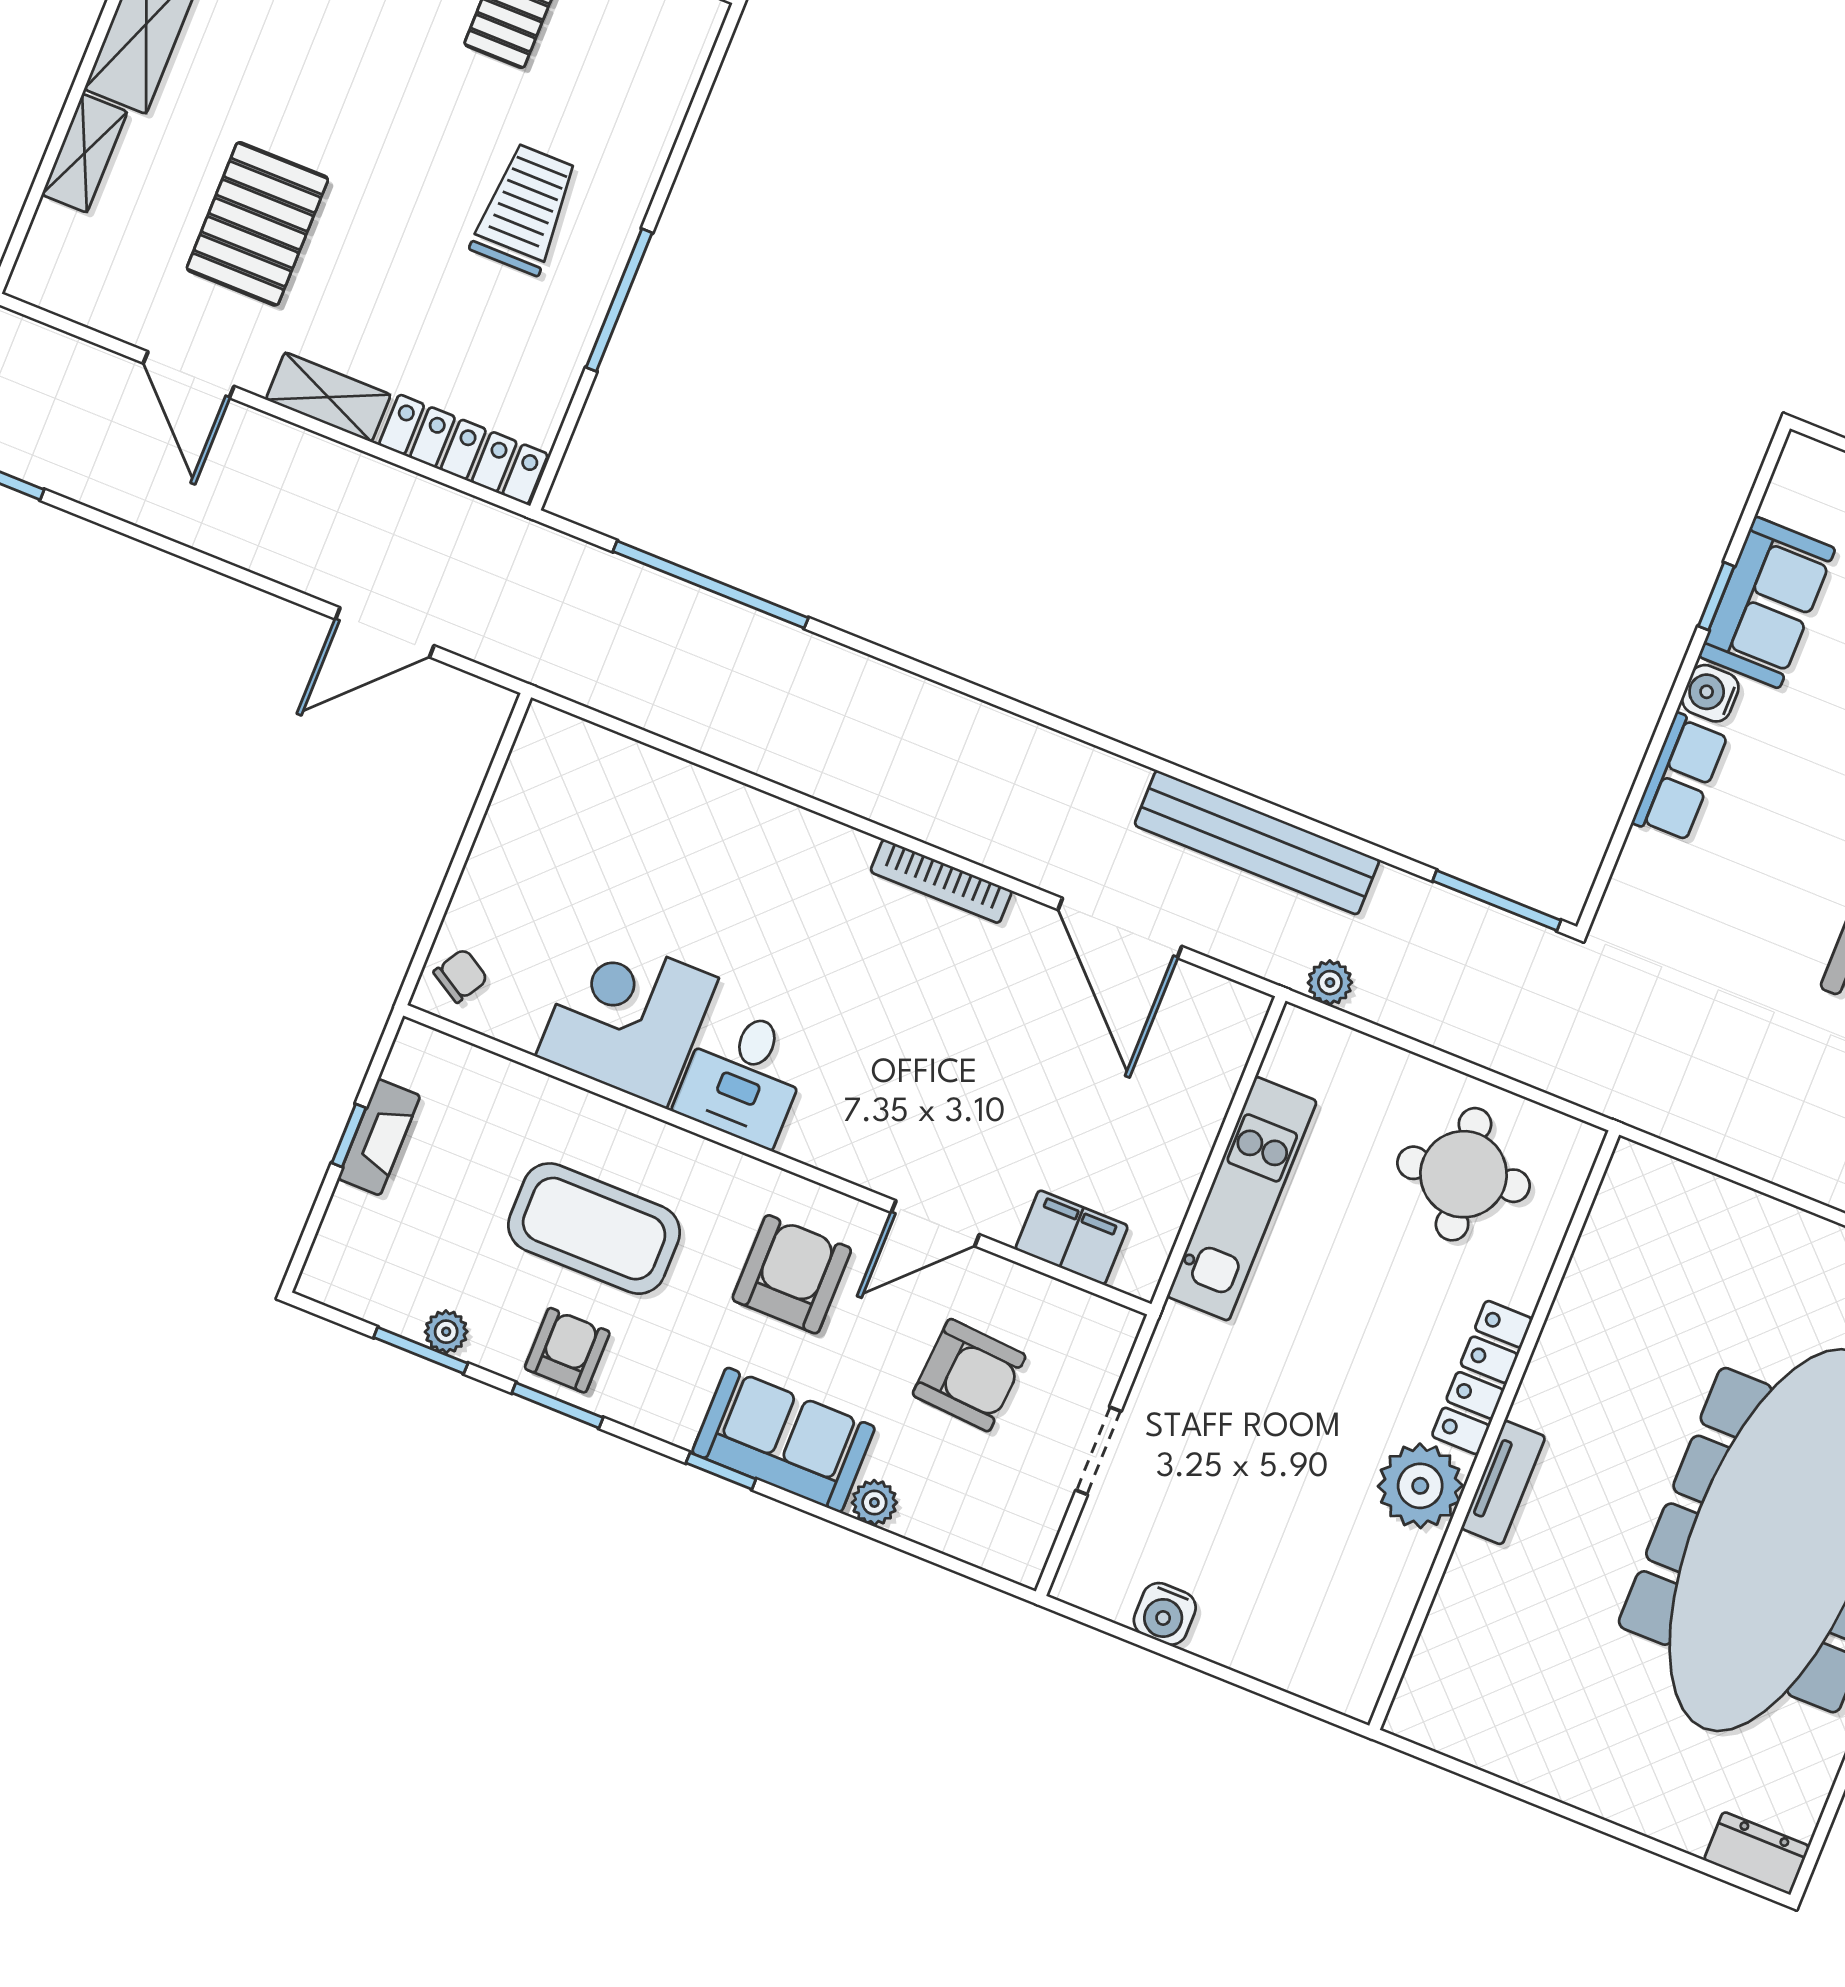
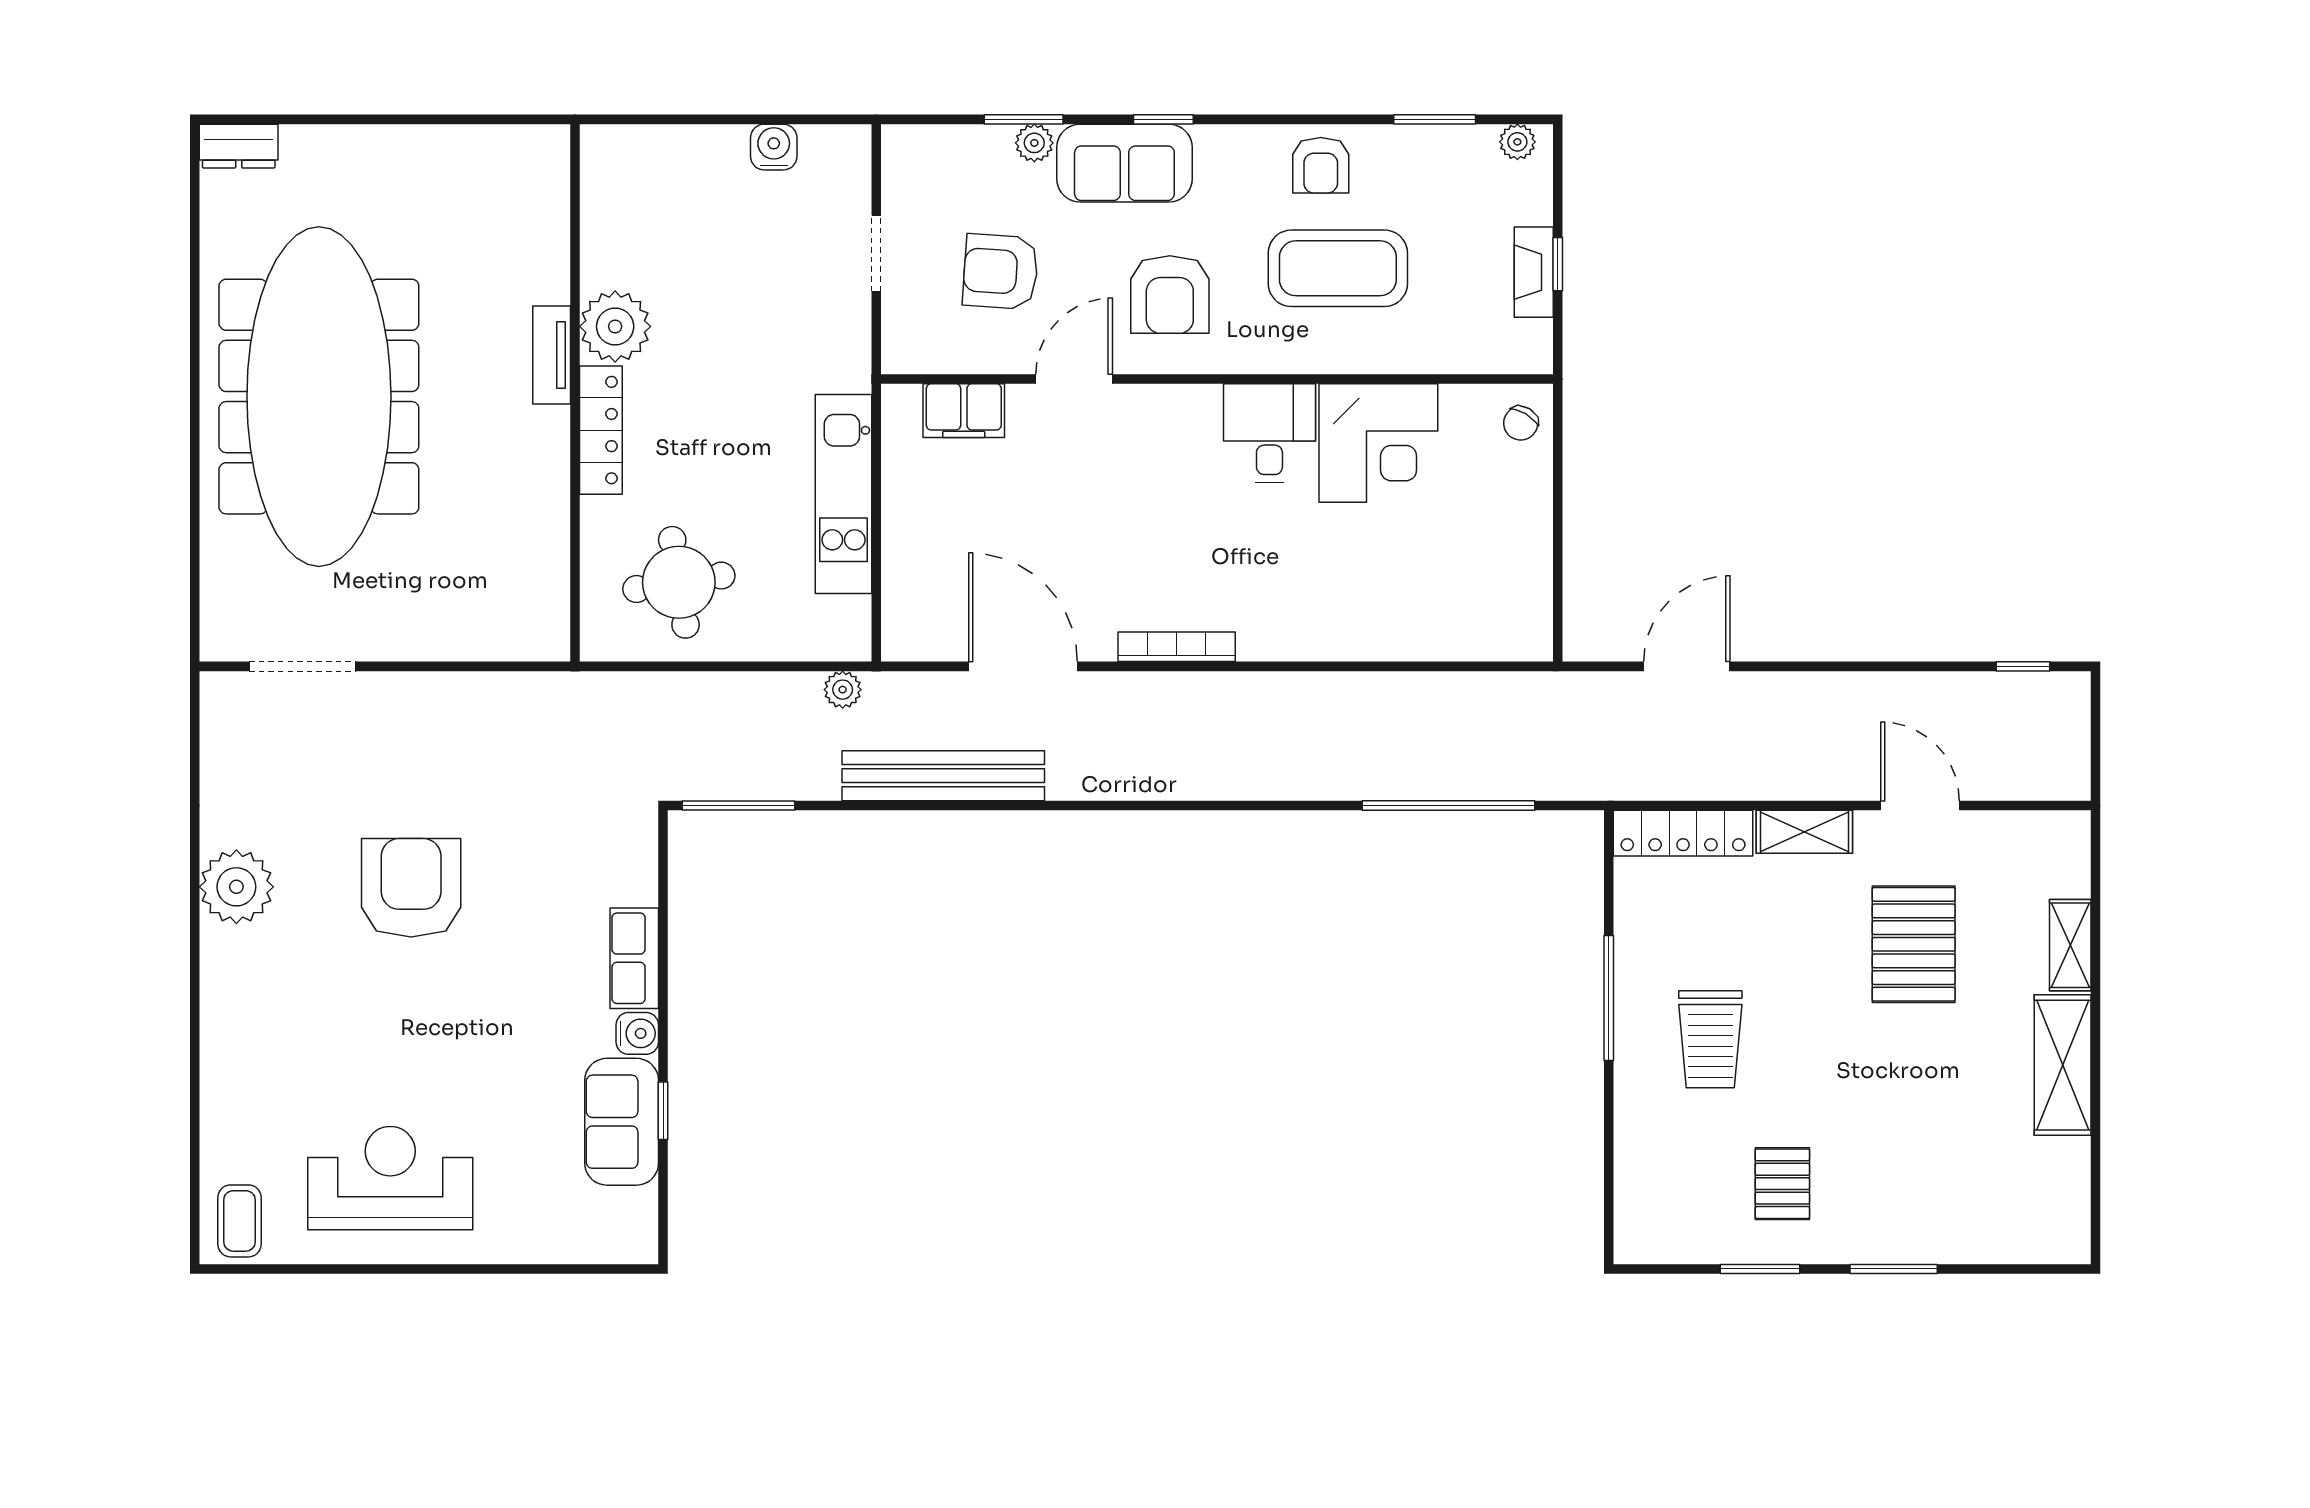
plant: (446, 1332) -> (1517, 142), moved
window: (557, 1405) -> (1024, 119), moved

